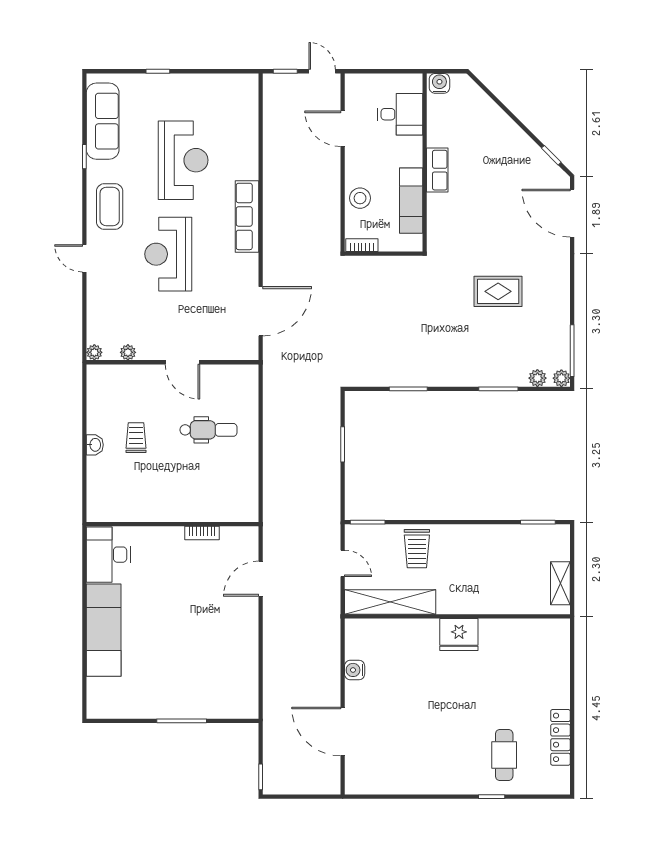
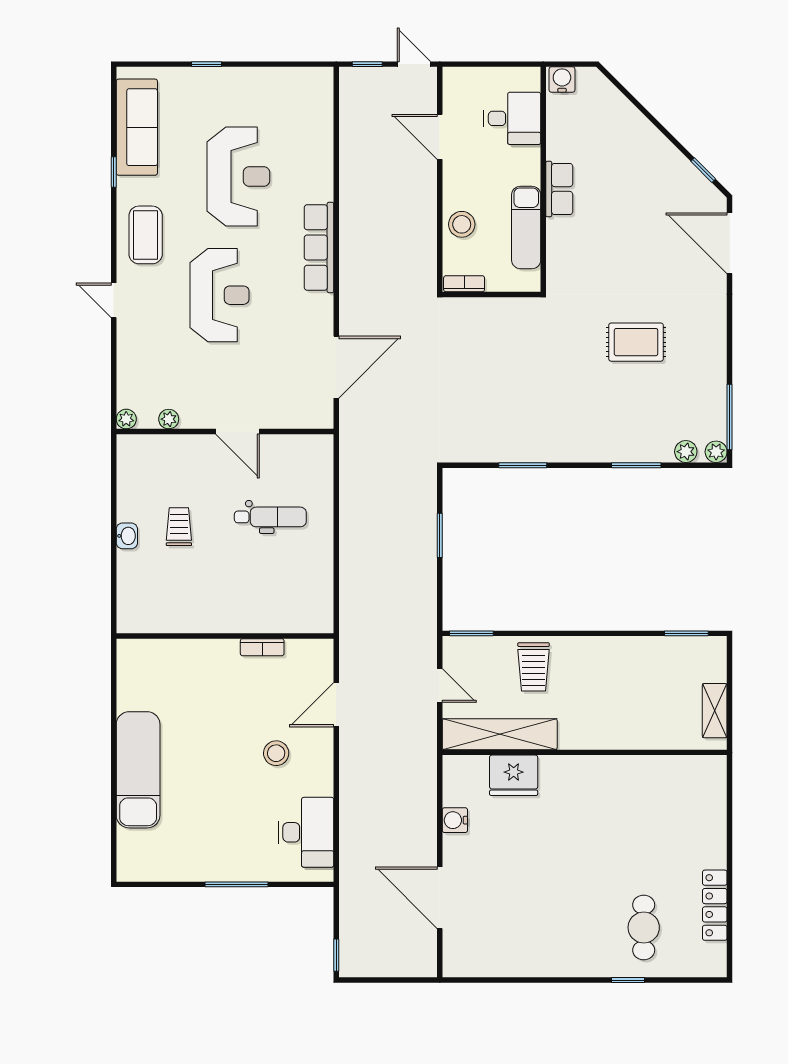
reception desk: (168, 254) -> (220, 295), turned 180
desk: (108, 555) -> (306, 832), moved, turned 180
stool: (213, 617) -> (276, 753), added
fridge: (459, 634) -> (514, 775), moved

